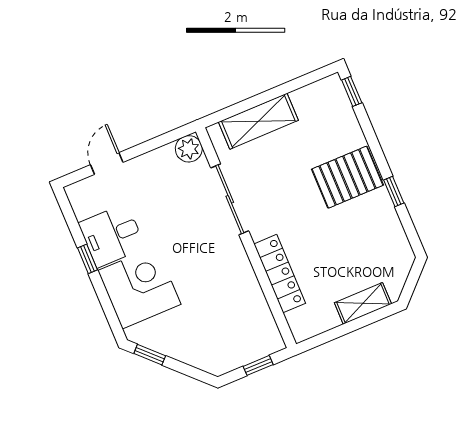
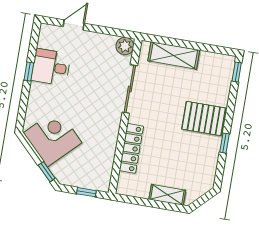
corner desk: (139, 287) -> (53, 138), moved, turned -45
window: (150, 355) -> (47, 172), moved

